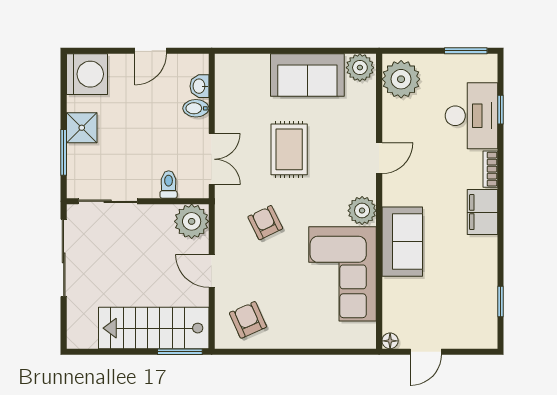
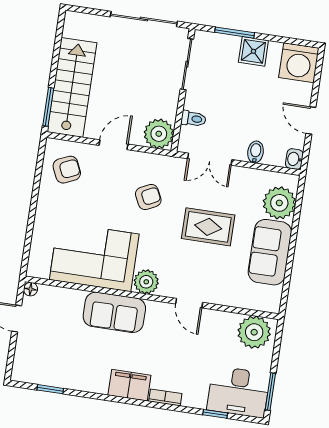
plant: (360, 68) -> (279, 203), moved, width x1.36, depth x1.36
washbasin: (199, 86) -> (294, 159), moved, turned -90
desk: (471, 116) -> (238, 392), moved

